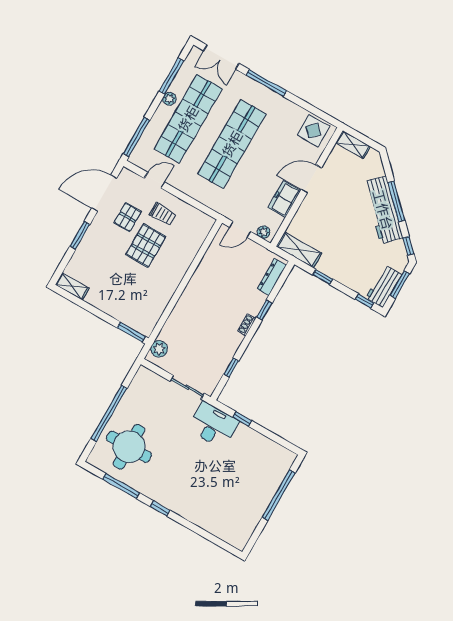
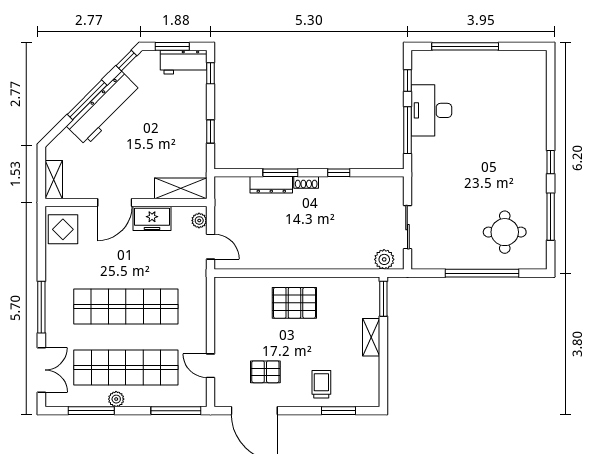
door: (311, 179) -> (115, 202), hinge flipped
trolley: (163, 214) -> (321, 384), moved
window: (80, 235) -> (338, 411), moved
pallet: (146, 246) -> (294, 303), moved
shelving: (299, 250) -> (181, 188), moved, turned 90
dresser: (272, 277) -> (271, 185), moved
shelving: (72, 286) -> (371, 337), moved
window: (264, 310) -> (280, 173), width x1.50
window: (231, 367) -> (339, 173), moved
sliding door: (187, 387) -> (407, 227), moved
window: (242, 419) -> (407, 130), width x2.17
desk: (213, 425) -> (431, 110), moved
window: (278, 439) -> (407, 81), added
round table: (129, 447) -> (505, 232), width x0.73, depth x0.73

